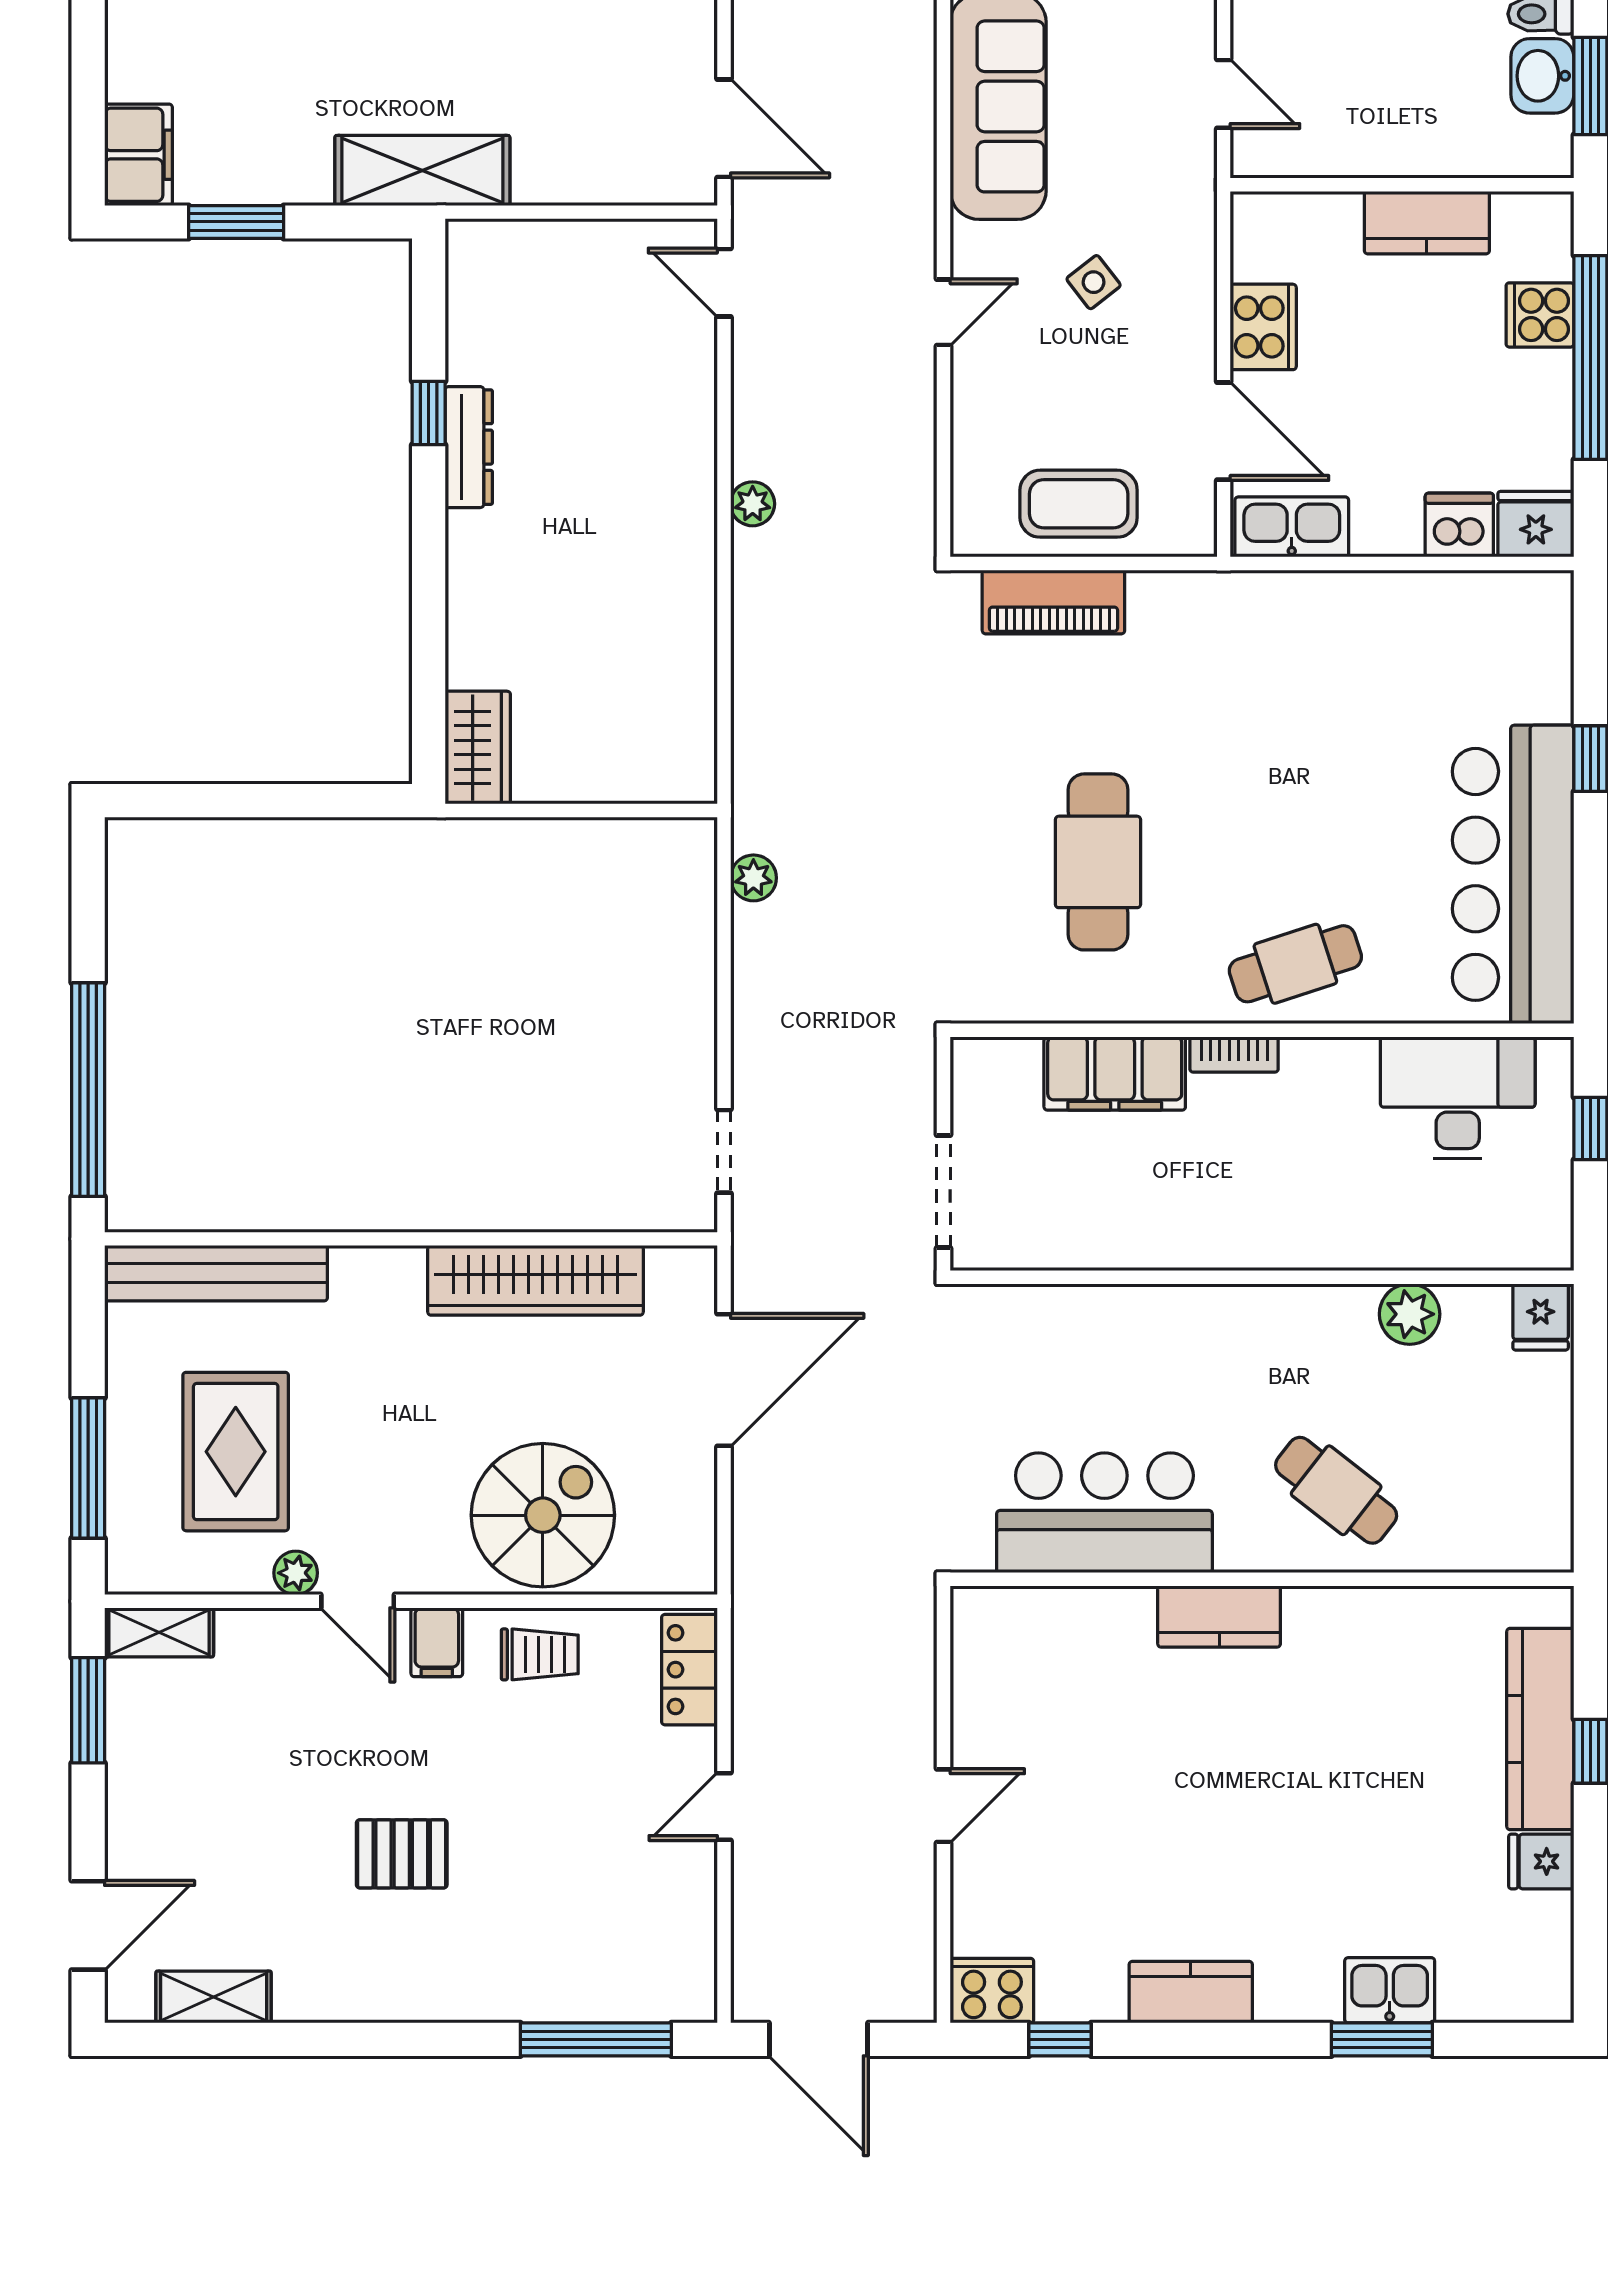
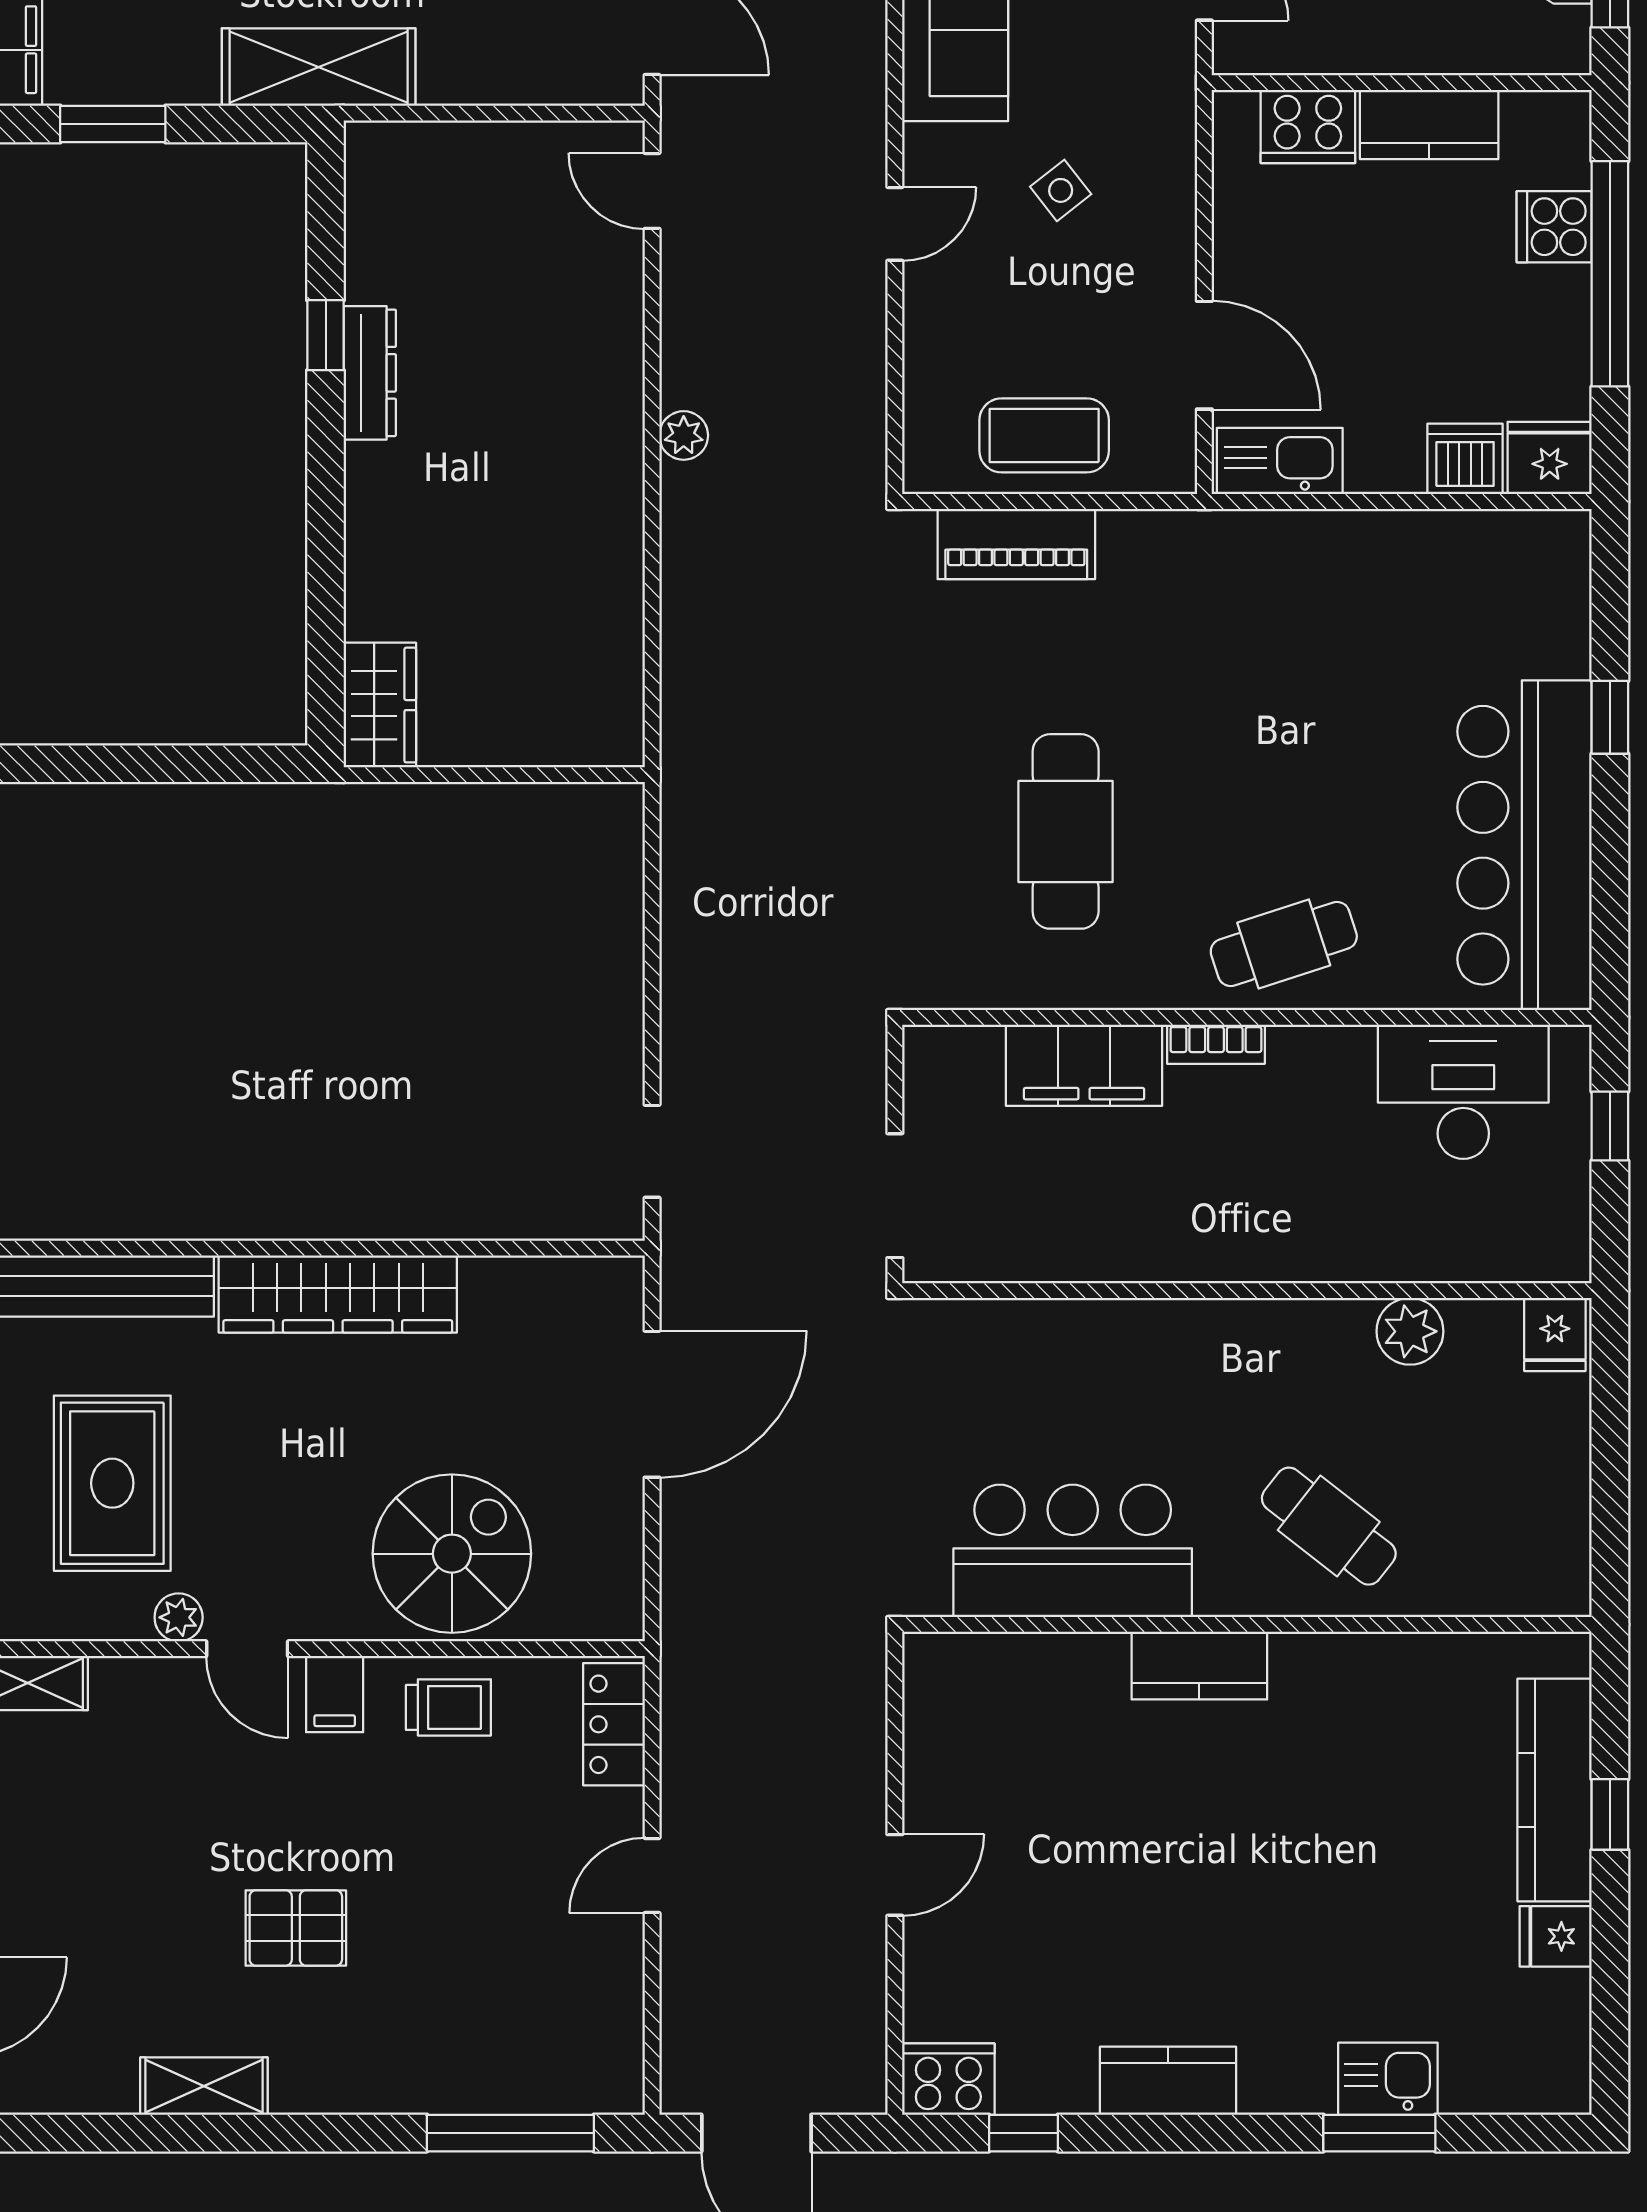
cooker: (1263, 327) -> (1308, 127), moved, turned 90
plant: (753, 878) -> (685, 849), removed
wardrobe: (536, 1280) -> (338, 1294), moved
shelving: (214, 1997) -> (204, 2086), moved

